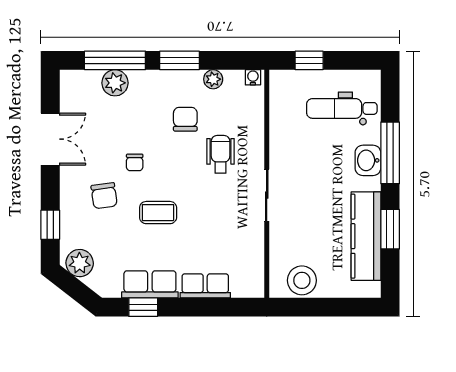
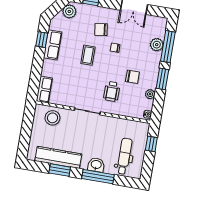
wheelchair: (221, 154) -> (112, 91), turned 90
stool: (302, 280) -> (52, 118), moved
row of seats: (205, 286) -> (44, 90), moved

